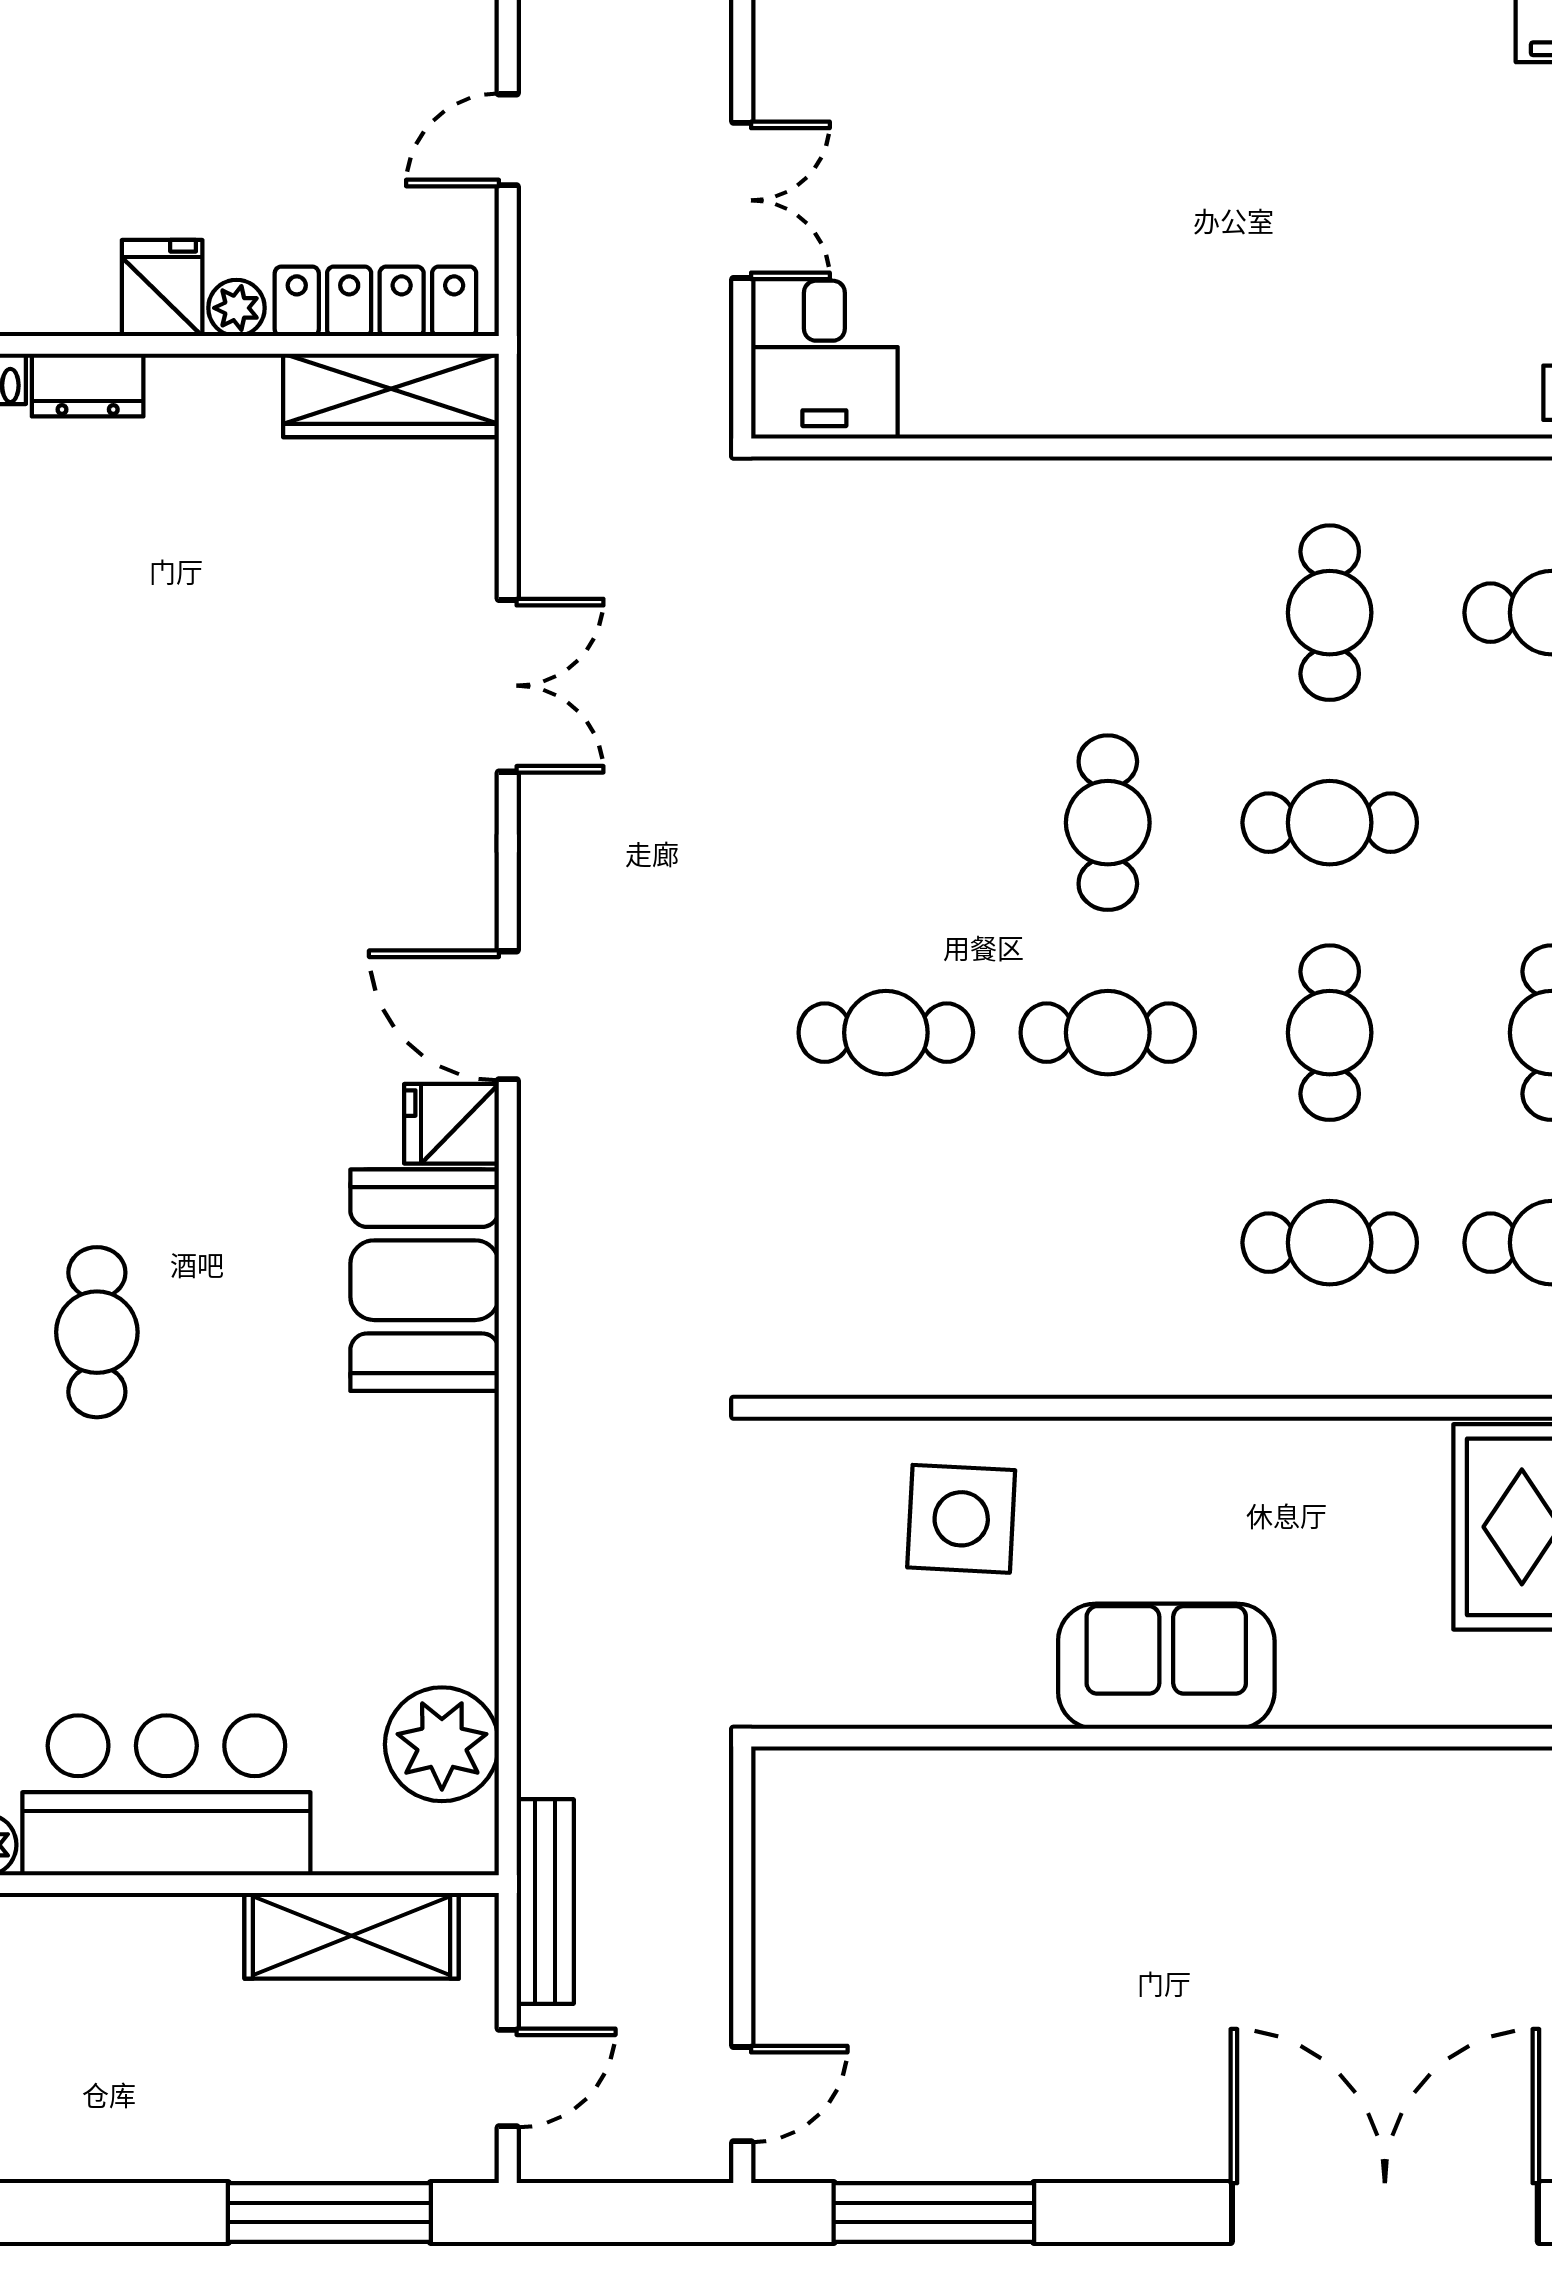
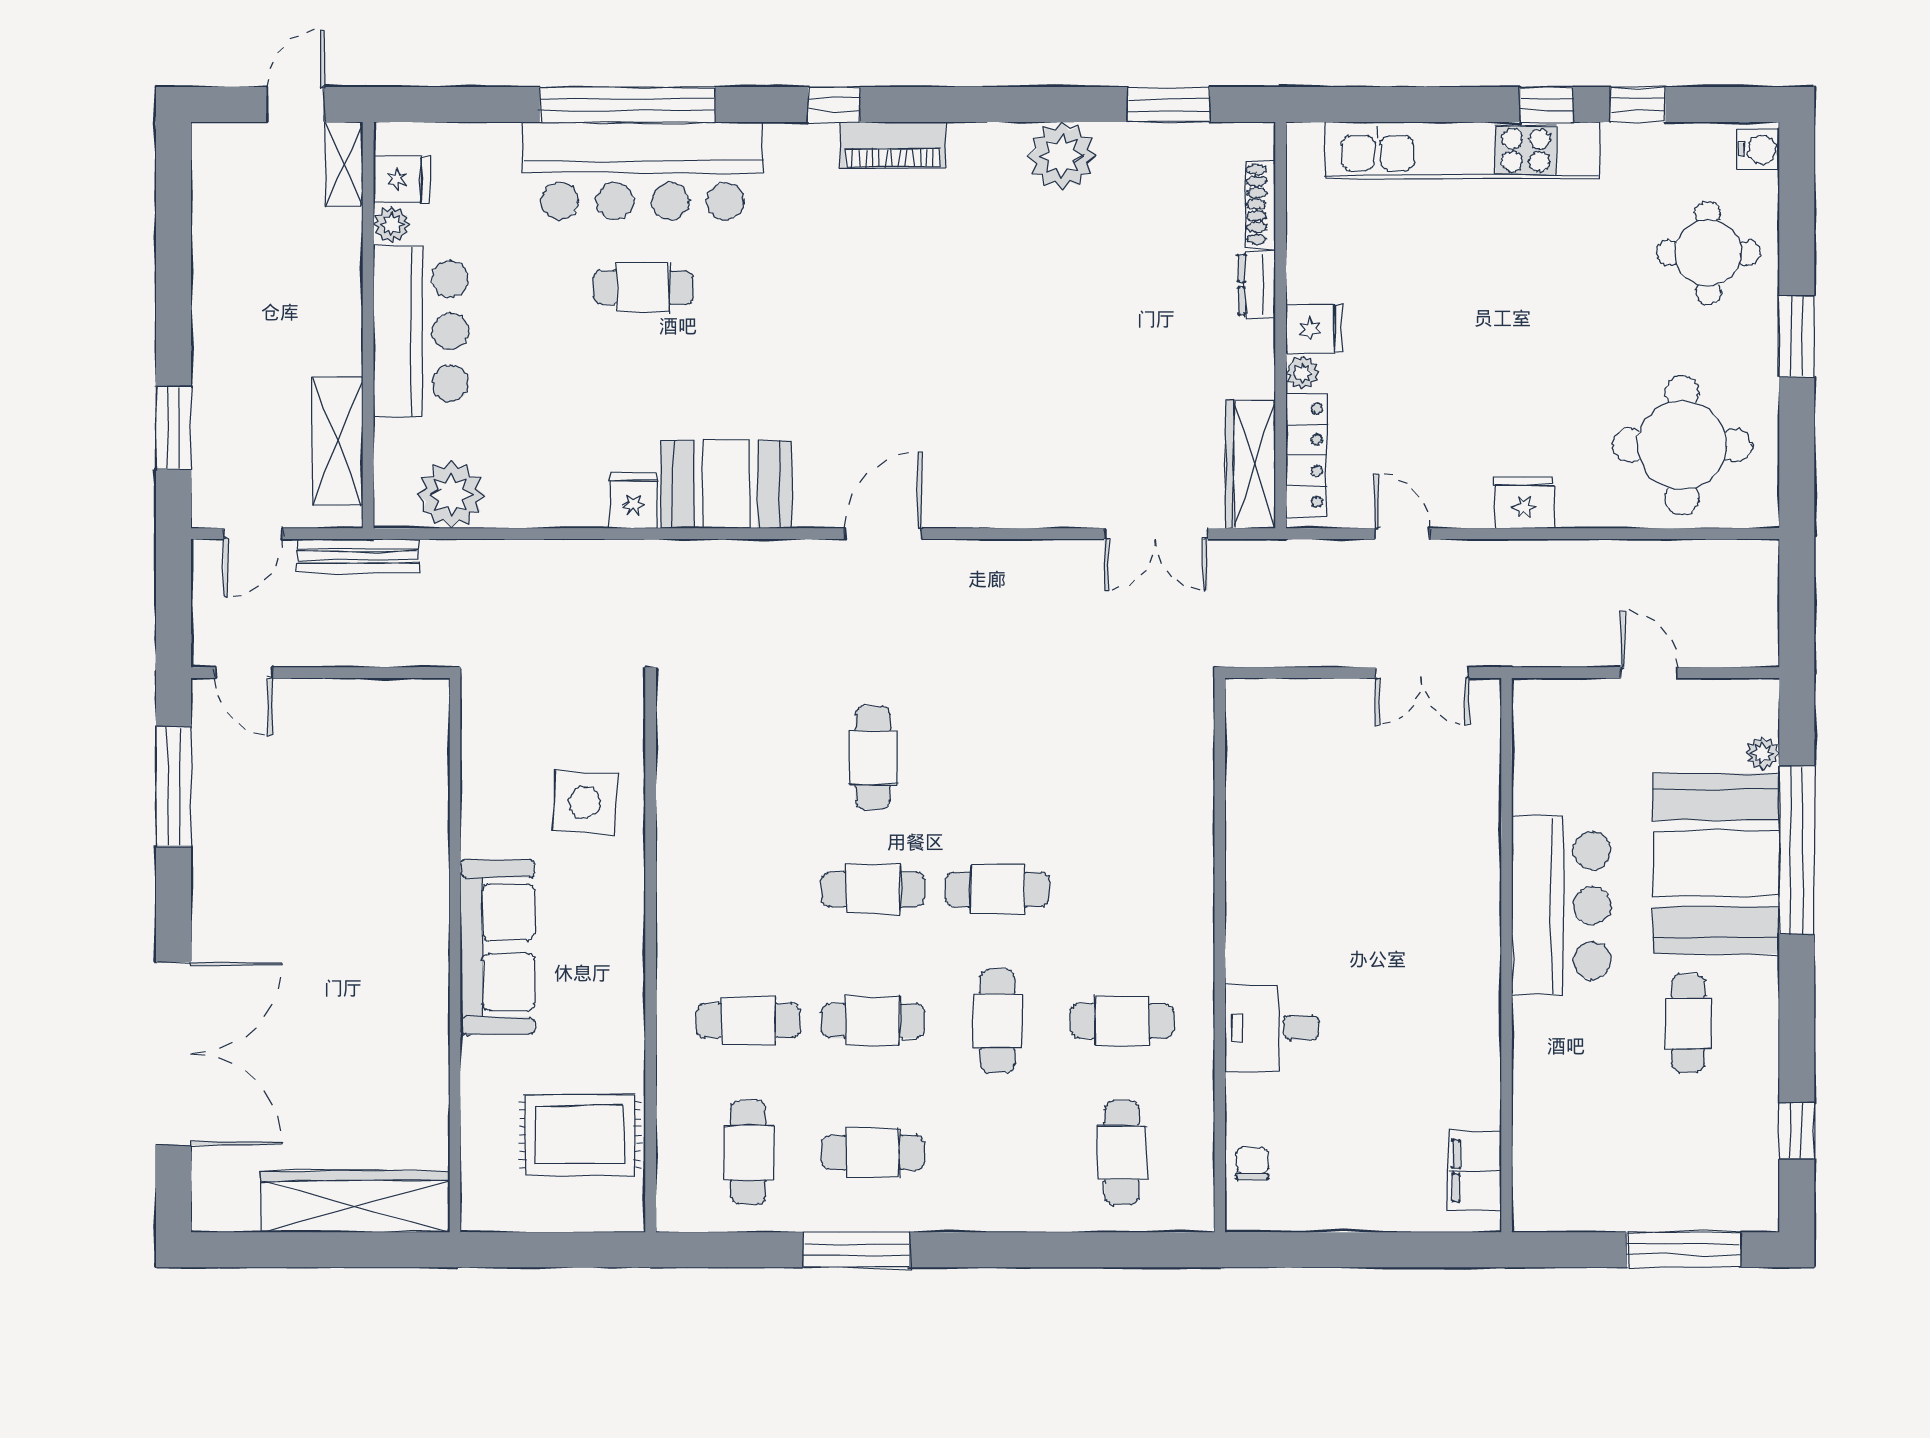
double door: (742, 200) -> (1422, 673), moved
desk: (824, 360) -> (1272, 1028), moved
double door: (508, 686) -> (1156, 534), moved
cafe table: (1108, 1033) -> (873, 889), turned 90
fridge: (451, 1124) -> (633, 500), moved
cafe table: (1330, 1243) -> (748, 1021), turned 90
cafe table: (97, 1332) -> (643, 287), moved
sofa: (1166, 1666) -> (497, 947), width x1.36
door: (508, 2078) -> (253, 534), hinge flipped
window: (329, 2213) -> (173, 428), width x0.69

